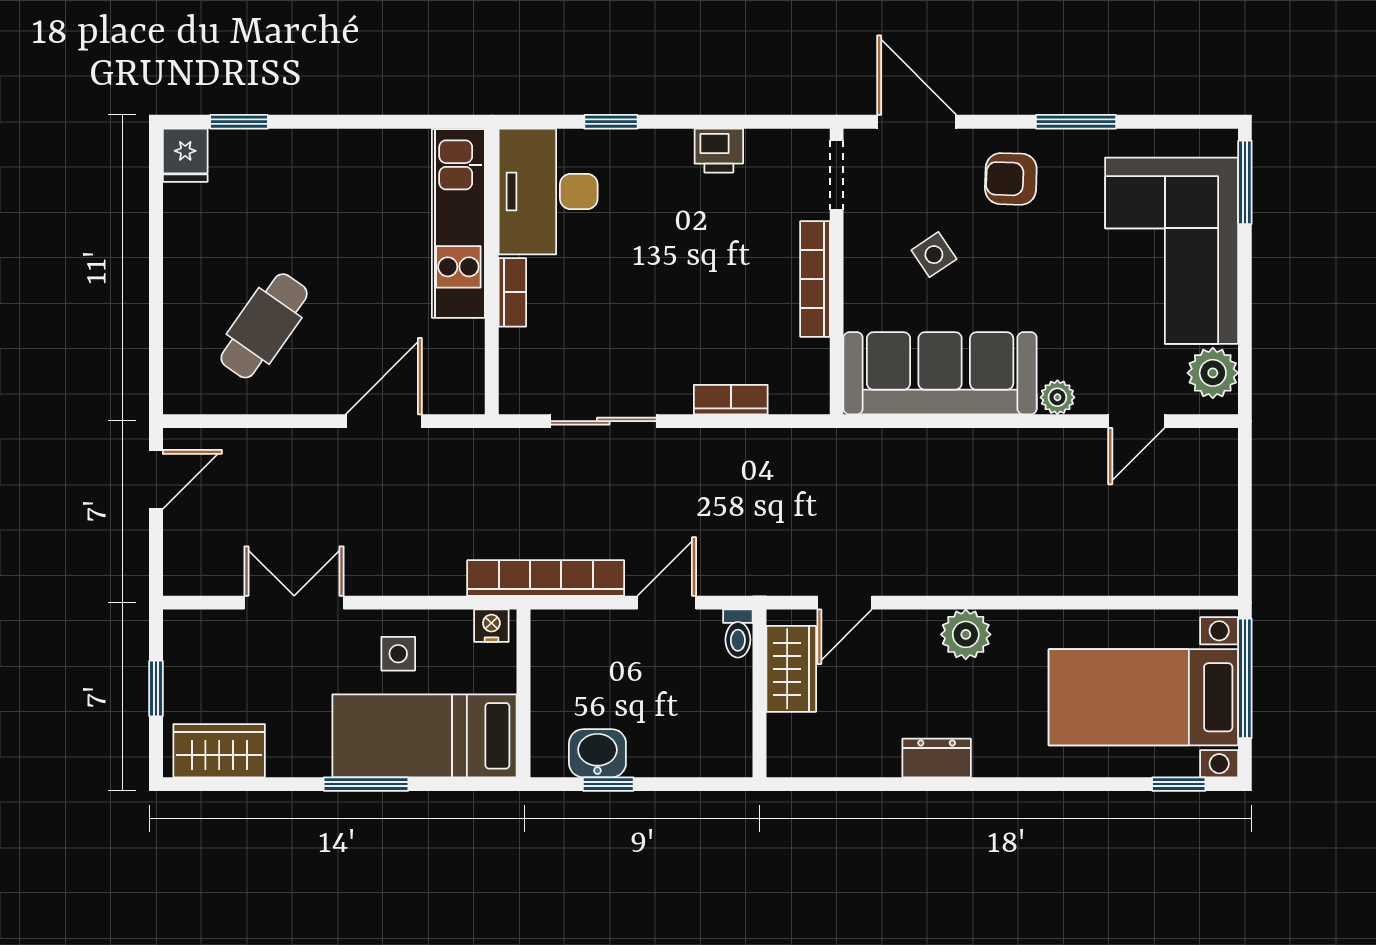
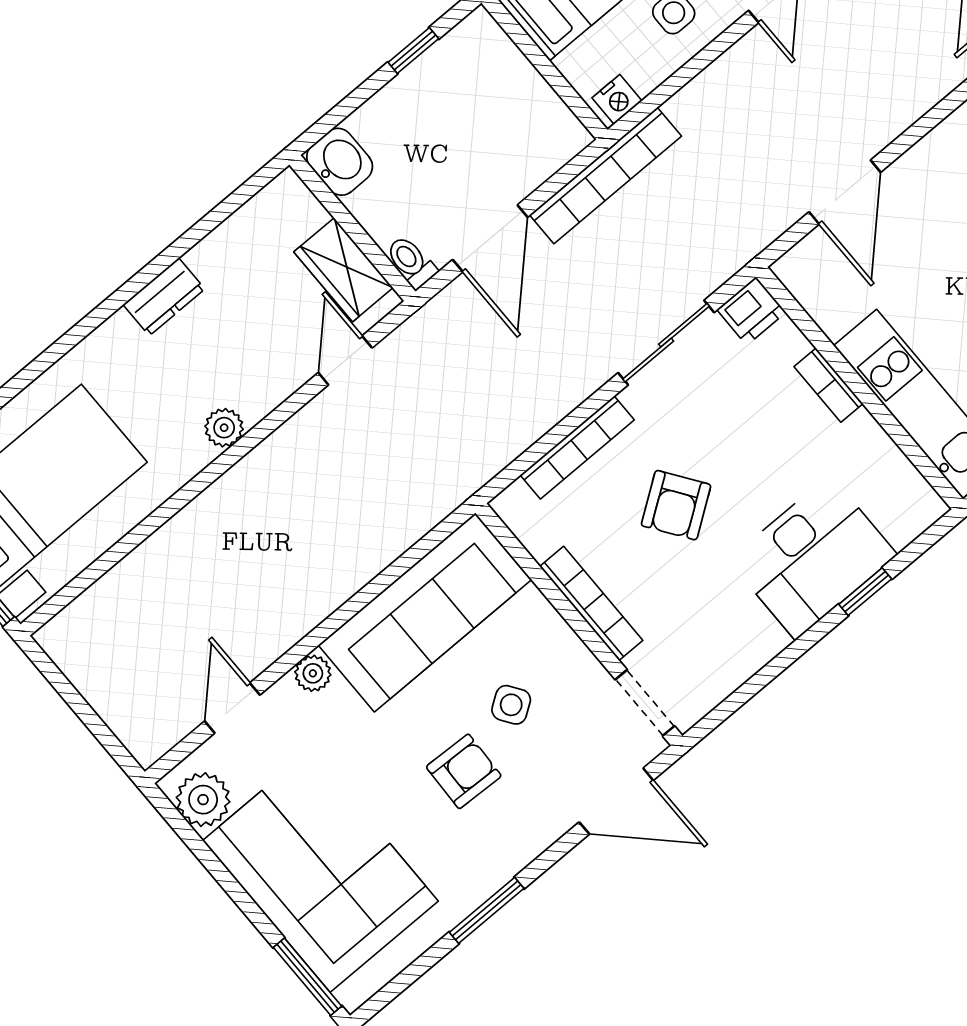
printer: (719, 151) -> (751, 311), moved, turned 180
armchair: (1011, 179) -> (464, 771), moved
desk: (548, 191) -> (813, 557), moved, turned 90
armchair: (695, 298) -> (676, 505), added
bookcase: (731, 400) -> (577, 448), width x1.56
door: (667, 603) -> (490, 238), width x1.38
plant: (966, 634) -> (224, 428), width x0.73, depth x0.73
washbasin: (597, 753) -> (340, 162), moved, turned -90

